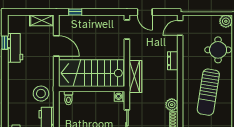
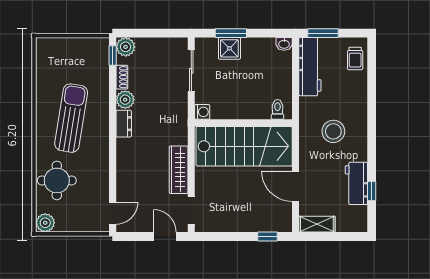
dresser: (173, 61) -> (124, 124), moved
wardrobe: (135, 77) -> (179, 170), moved
stool: (41, 94) -> (333, 131), moved

